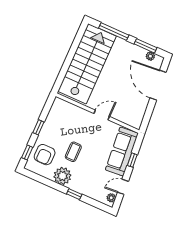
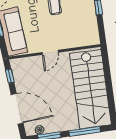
window: (147, 116) -> (10, 76), added

